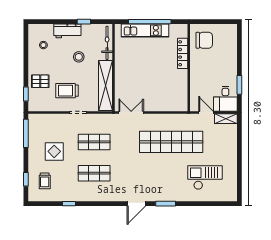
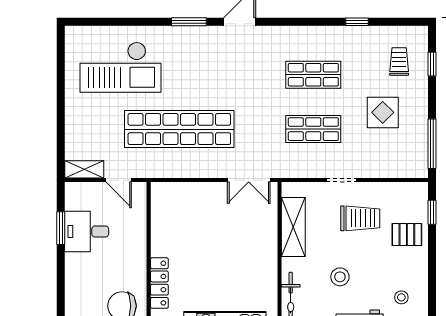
shelving: (106, 85) -> (293, 227), width x0.68
desk: (225, 99) -> (87, 232), moved, turned -90
checkout: (205, 178) -> (120, 67), width x1.36, depth x1.21

